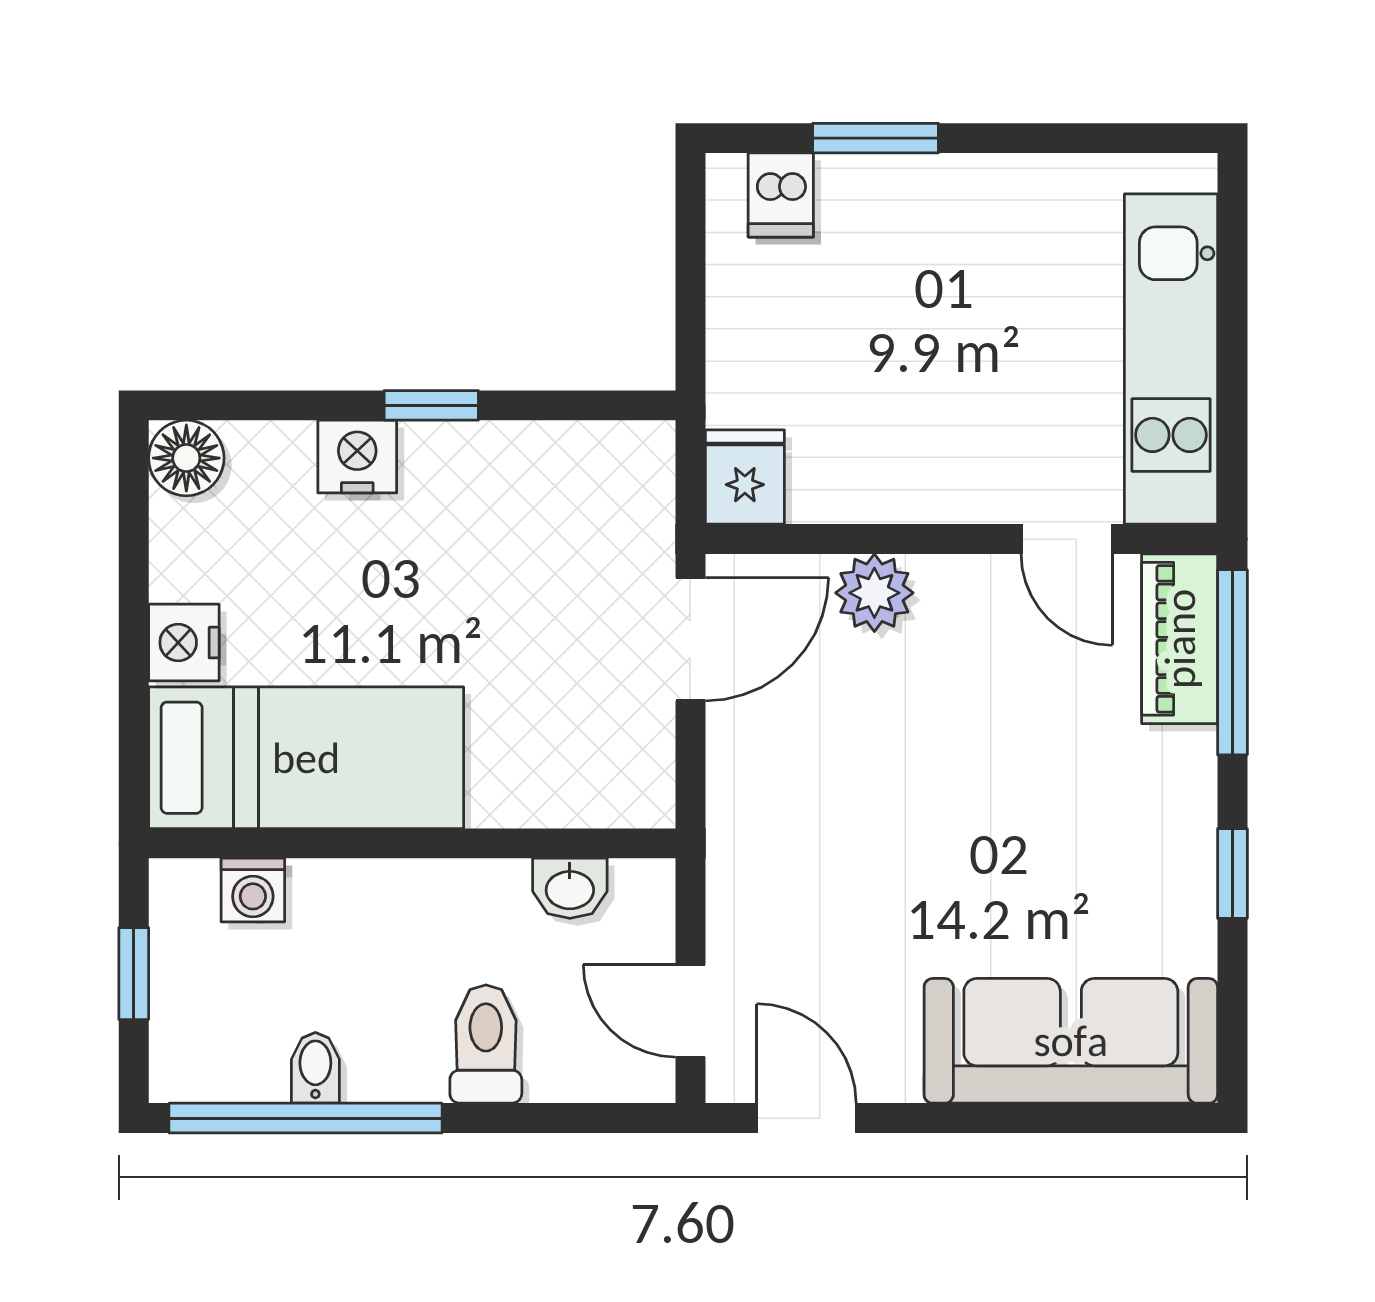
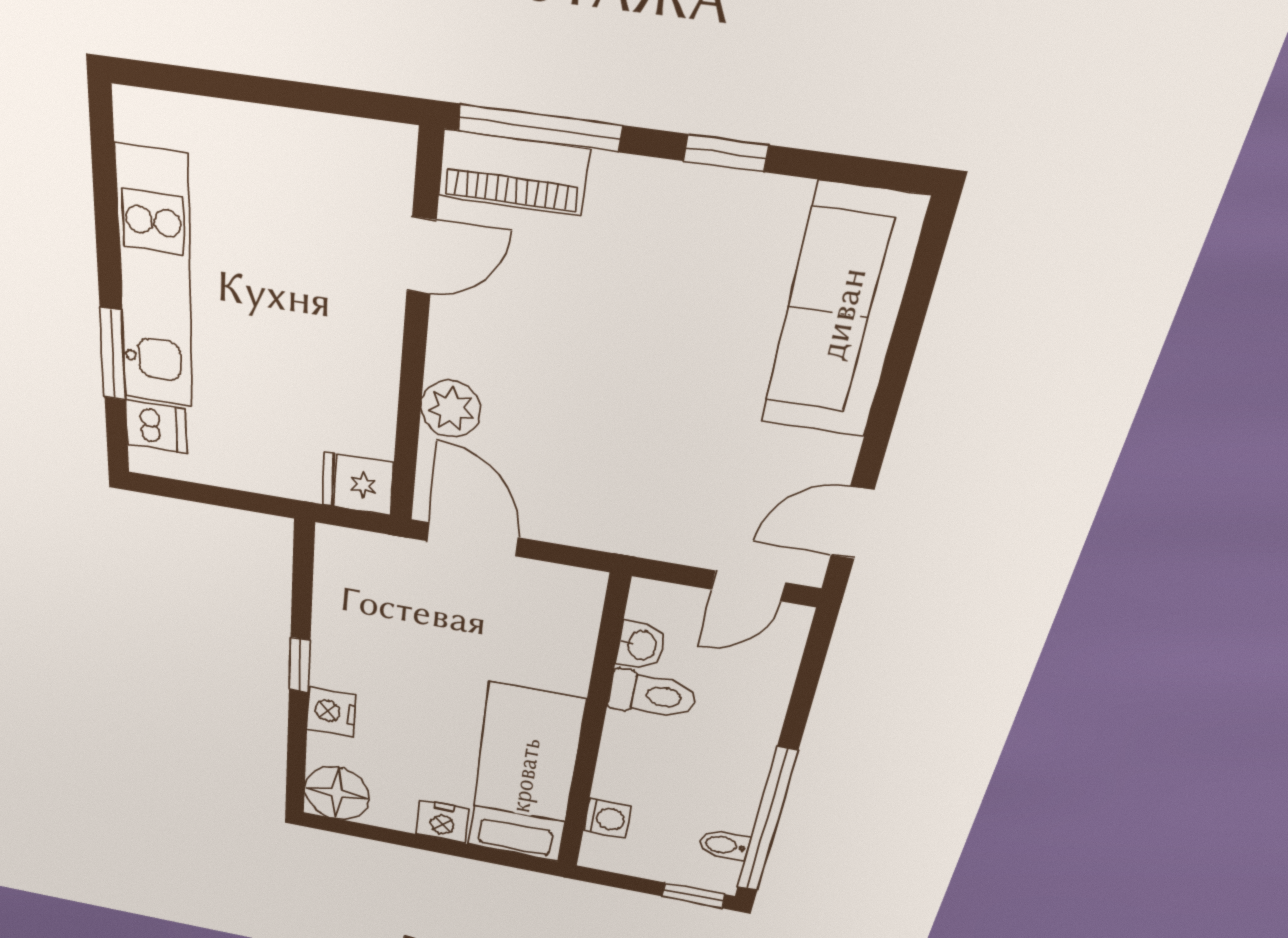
kitchen unit: (1171, 359) -> (155, 281), moved, turned -90
floor lamp: (186, 458) -> (337, 793), width x1.38, depth x1.38
window: (134, 974) -> (693, 895), moved
toilet: (486, 1044) -> (652, 695), moved, turned 180
bidet: (315, 1068) -> (724, 845), moved

